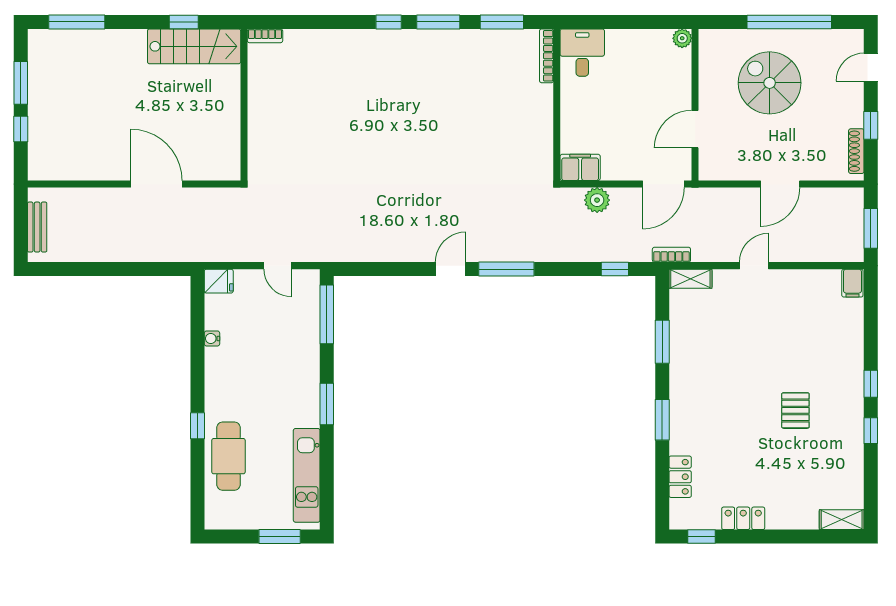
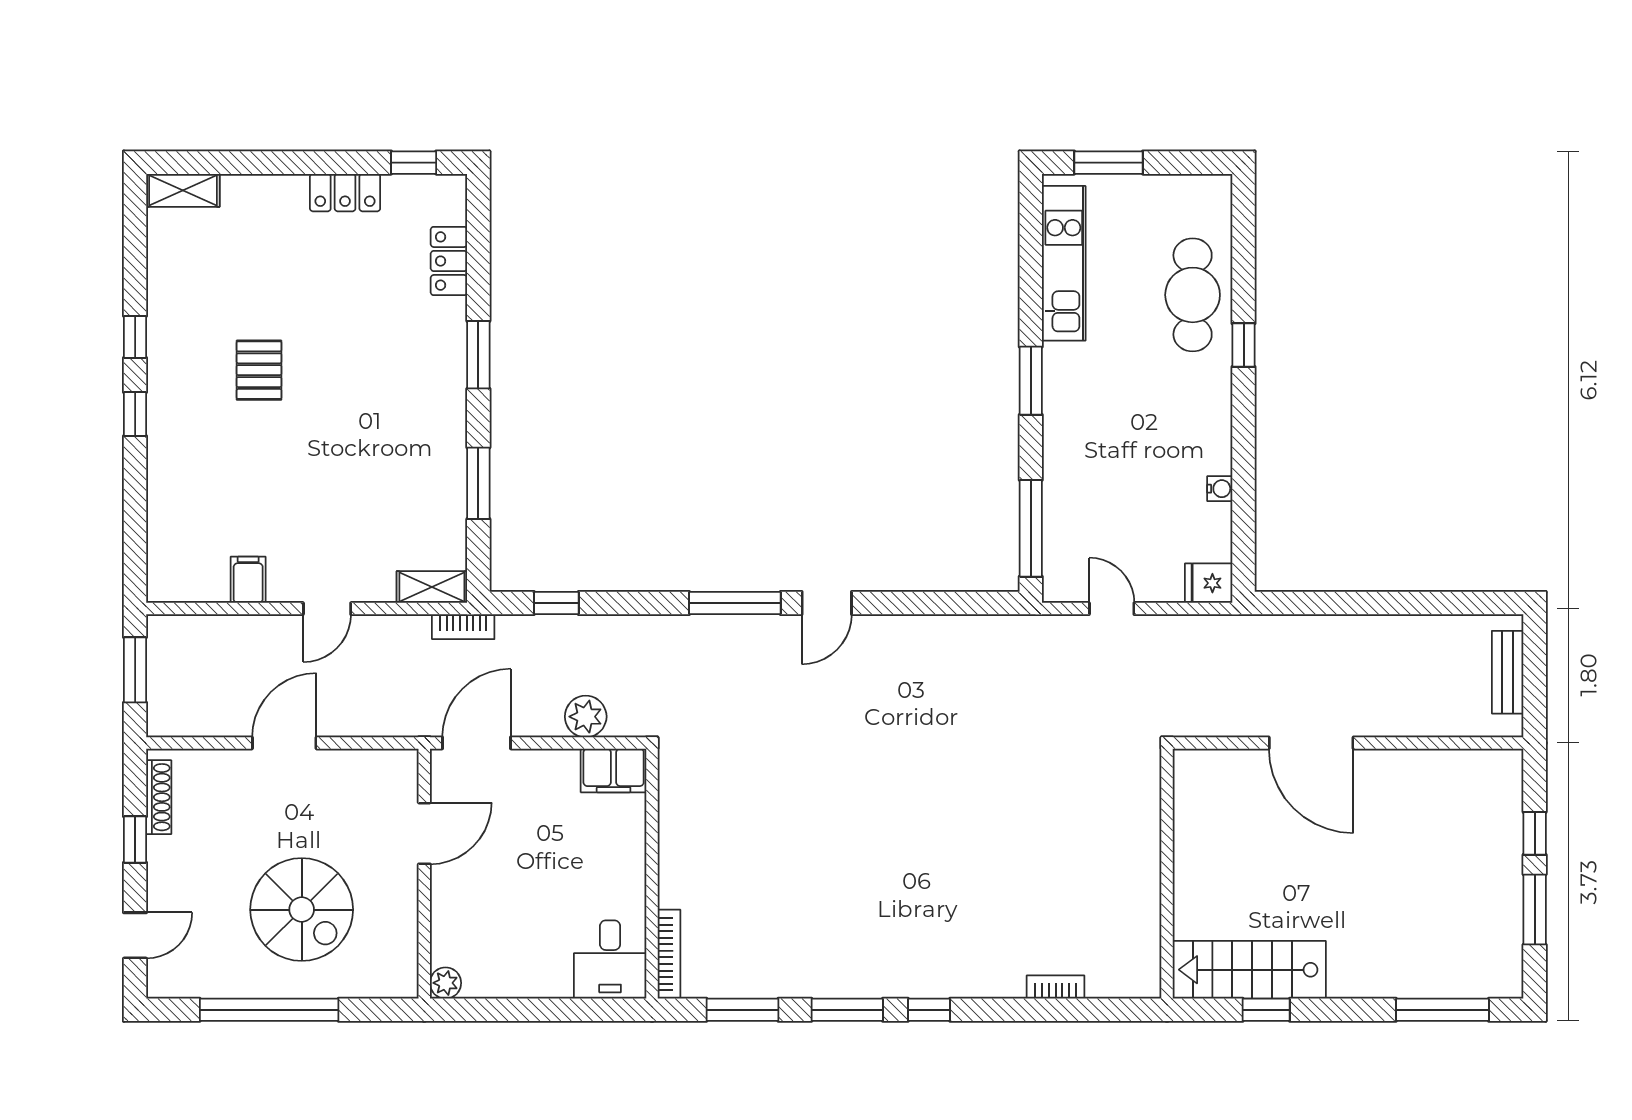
bookcase: (265, 36) -> (1056, 987), moved
filing cabinet: (852, 283) -> (248, 580), moved

